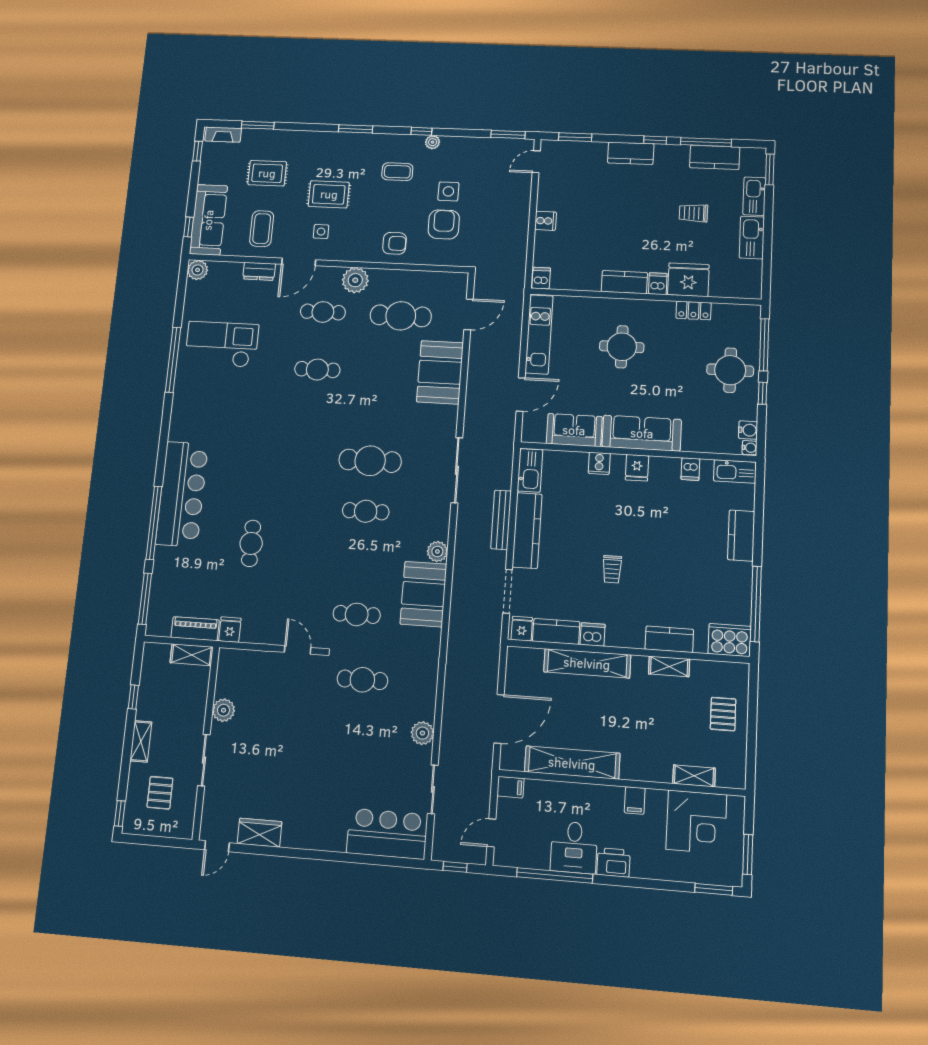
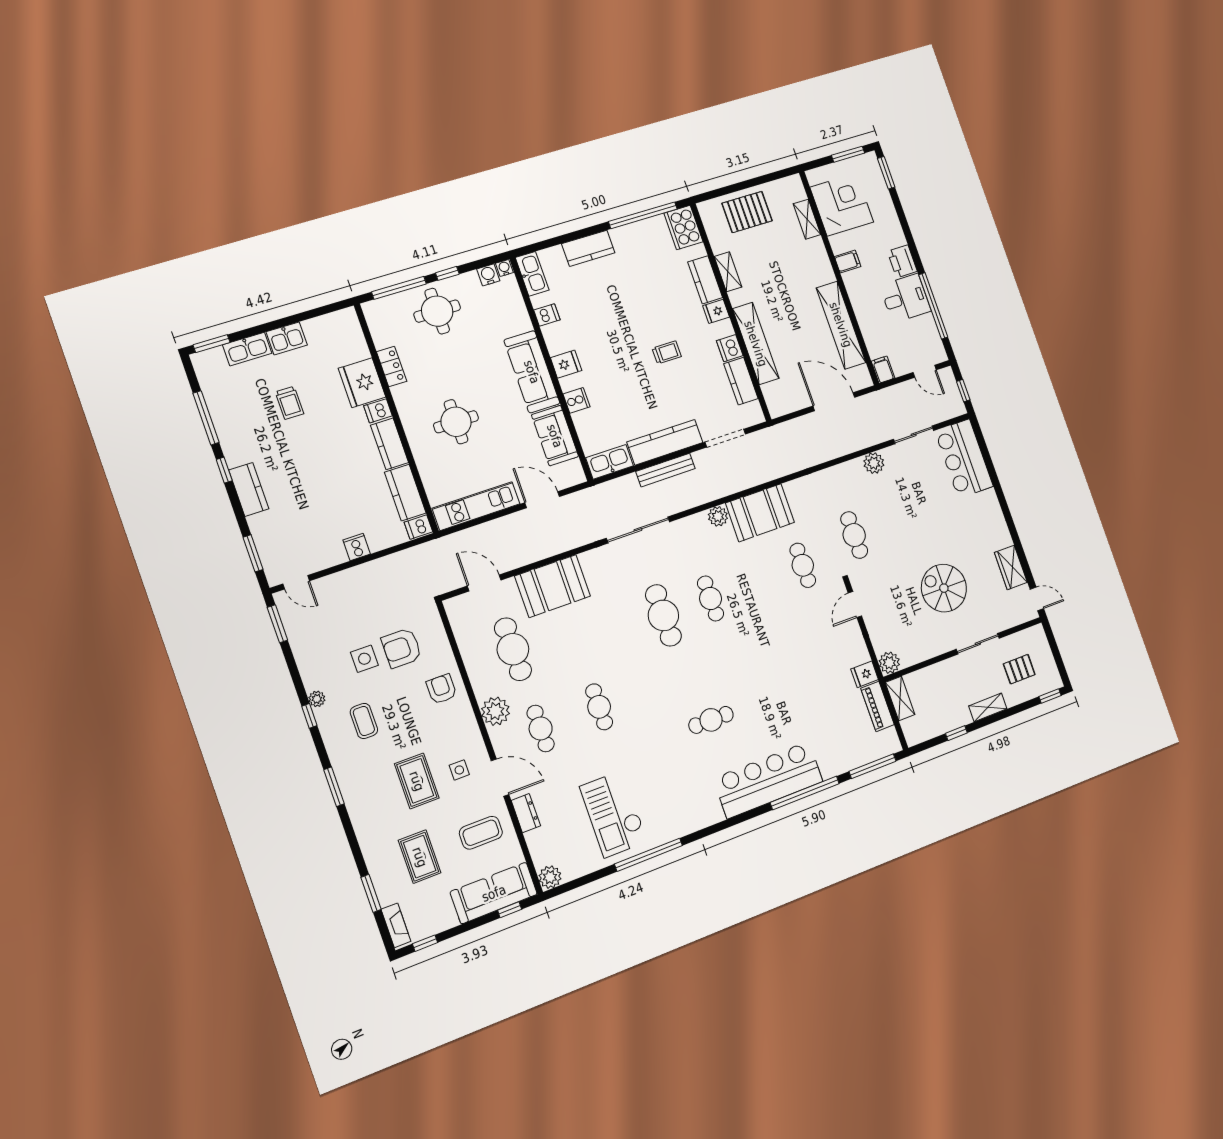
kitchen counter: (715, 157) -> (405, 493), moved, turned 180
kitchen sink: (752, 238) -> (287, 338), width x0.73
cafe table: (251, 543) -> (711, 720), moved
fridge: (522, 629) -> (716, 311), moved
plant: (224, 710) -> (889, 663), moved
pallet: (723, 714) -> (747, 212), width x1.50, depth x1.42
spiral stairs: (272, 750) -> (944, 588), added

